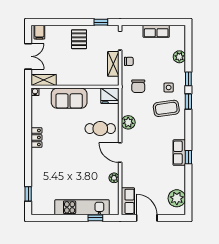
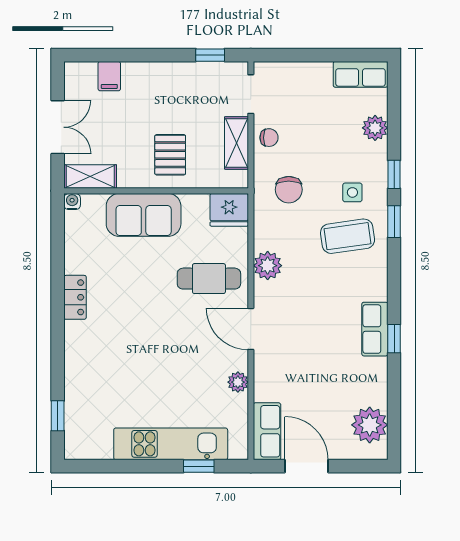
row of seats: (156, 31) -> (361, 74), moved
filing cabinet: (39, 32) -> (109, 76), moved
pallet: (79, 39) -> (170, 155), moved

